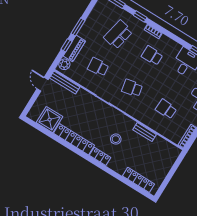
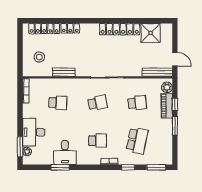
stool: (116, 139) -> (39, 57), moved
locker: (100, 156) -> (70, 28), moved

